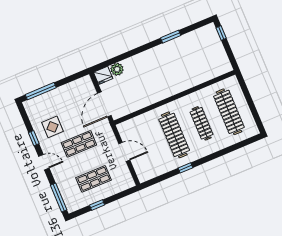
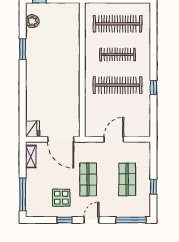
plant: (117, 69) -> (32, 21), moved
shelving: (78, 84) -> (31, 156), added

